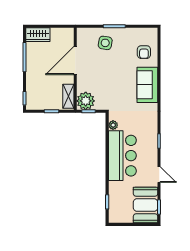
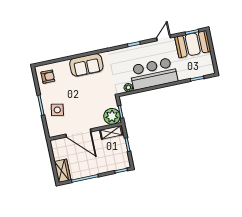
armchair: (144, 52) -> (48, 77), moved

